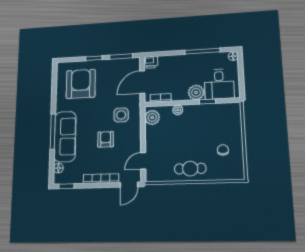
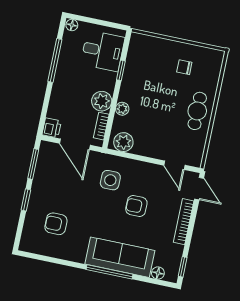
armchair: (81, 84) -> (56, 224), width x0.53, depth x0.53
plant: (196, 92) -> (102, 101), moved

